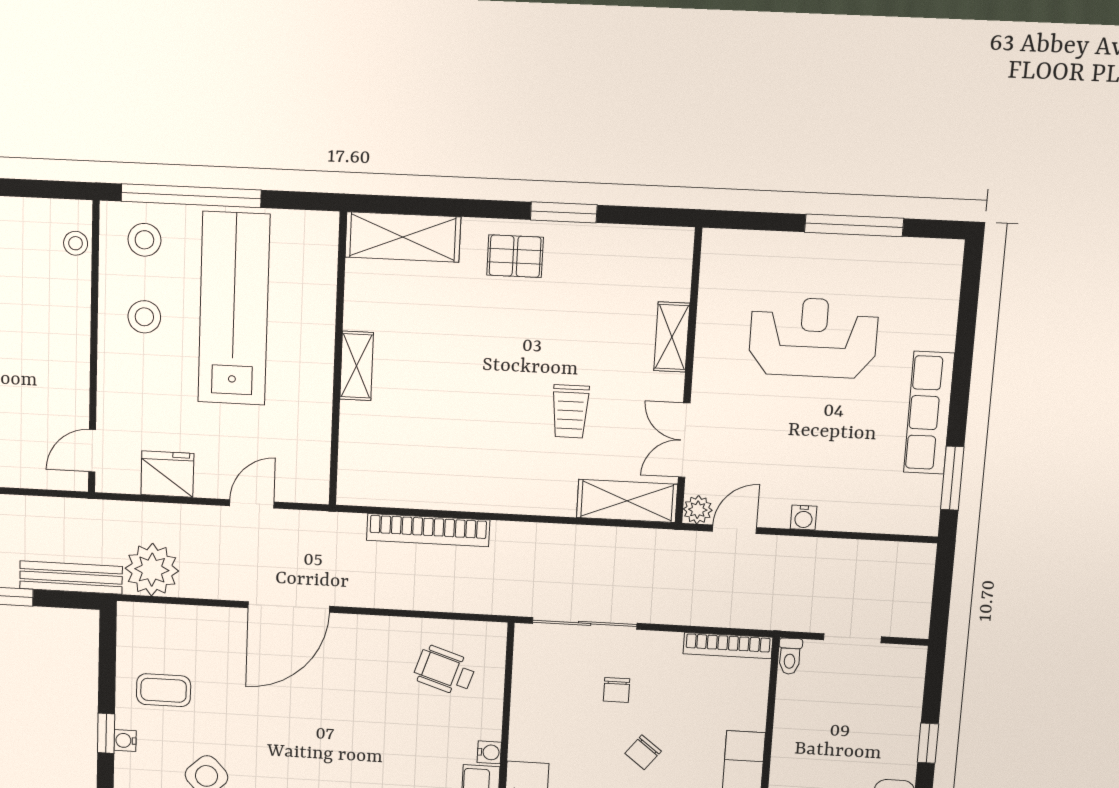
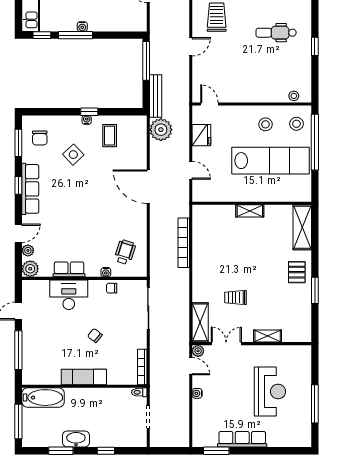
chair: (617, 690) -> (112, 288), moved
water cooler: (489, 752) -> (106, 272), moved

